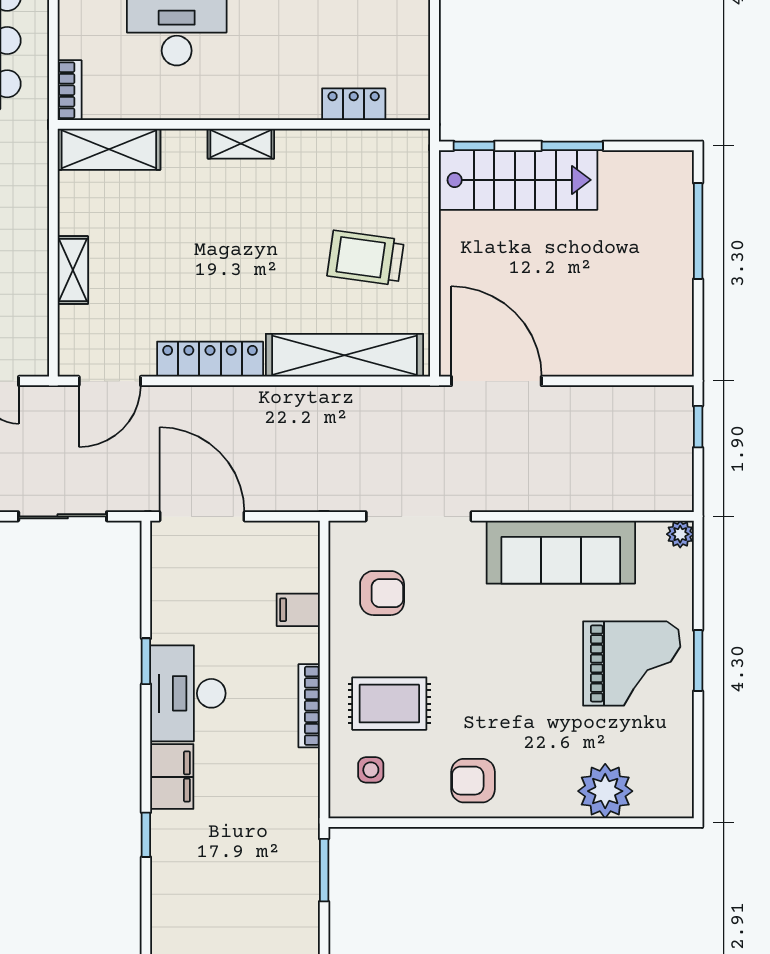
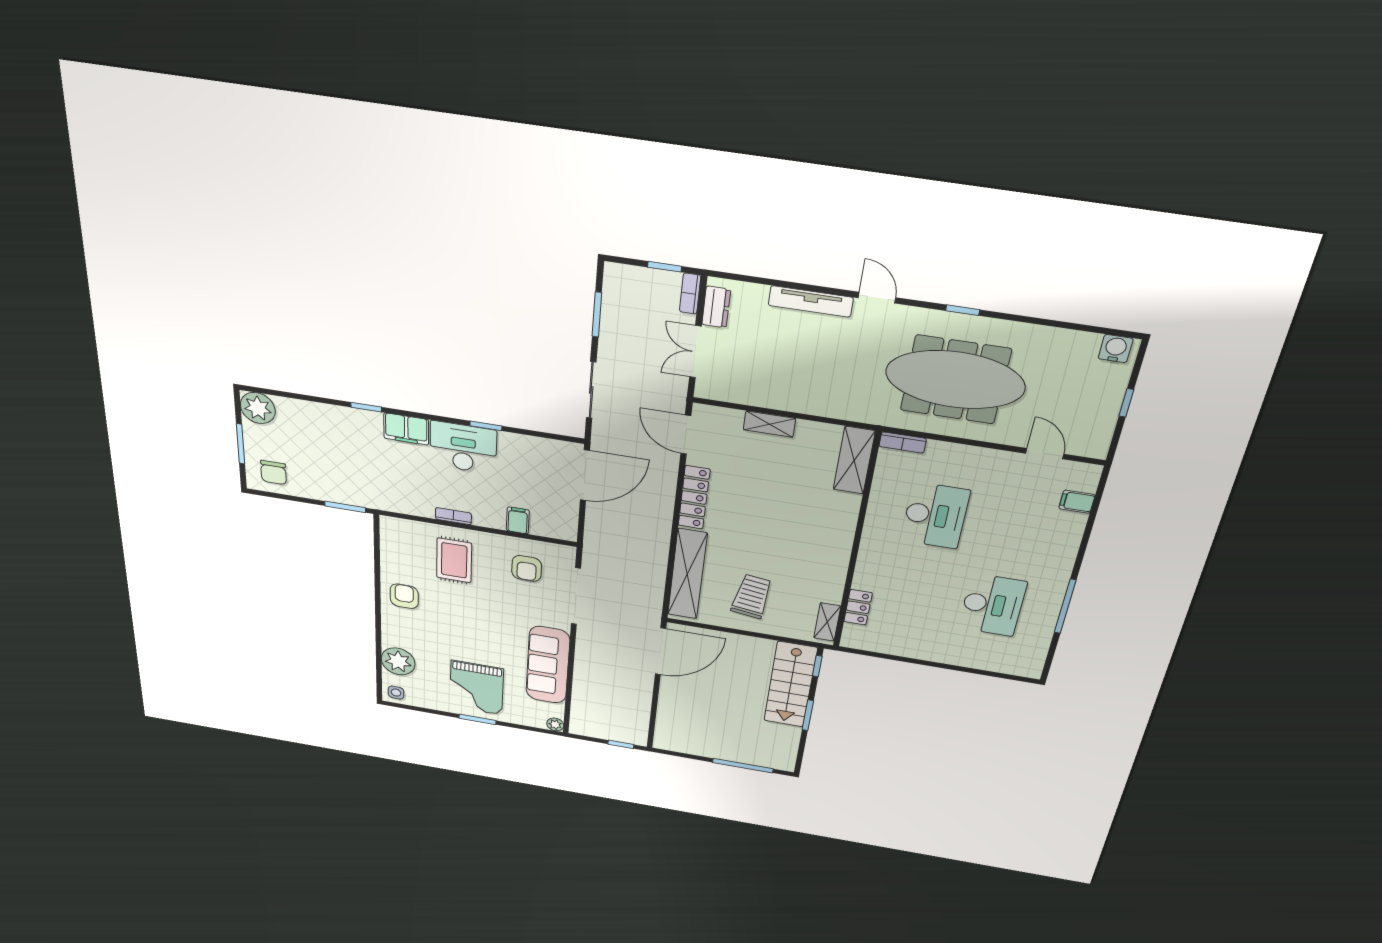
shelving: (241, 144) -> (827, 622), moved
bookcase: (309, 706) -> (453, 516), width x0.64
side table: (371, 770) -> (396, 693), moved

